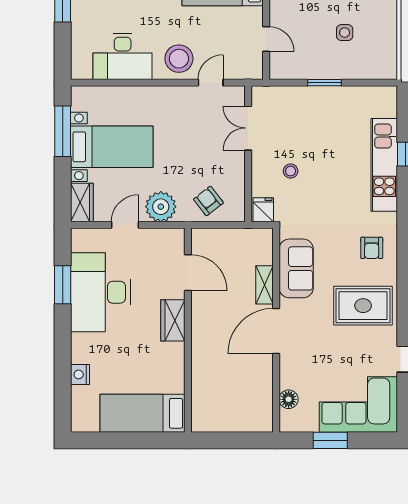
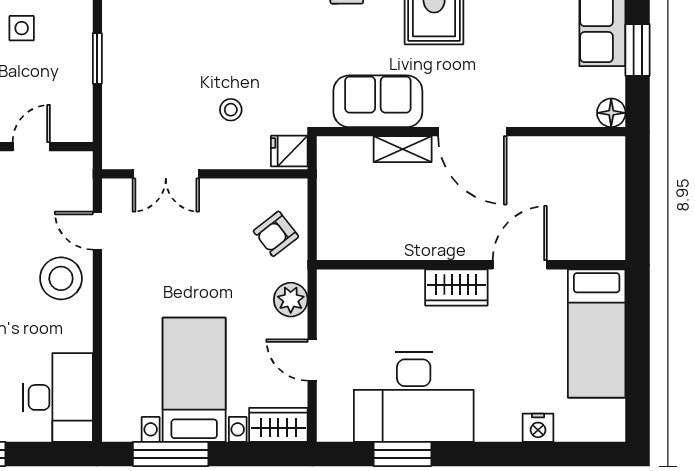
desk: (123, 57) -> (58, 397), moved
plant: (161, 207) -> (291, 300), width x0.73, depth x0.73
door: (188, 273) -> (520, 265), moved
floor lamp: (289, 399) -> (611, 113), moved

